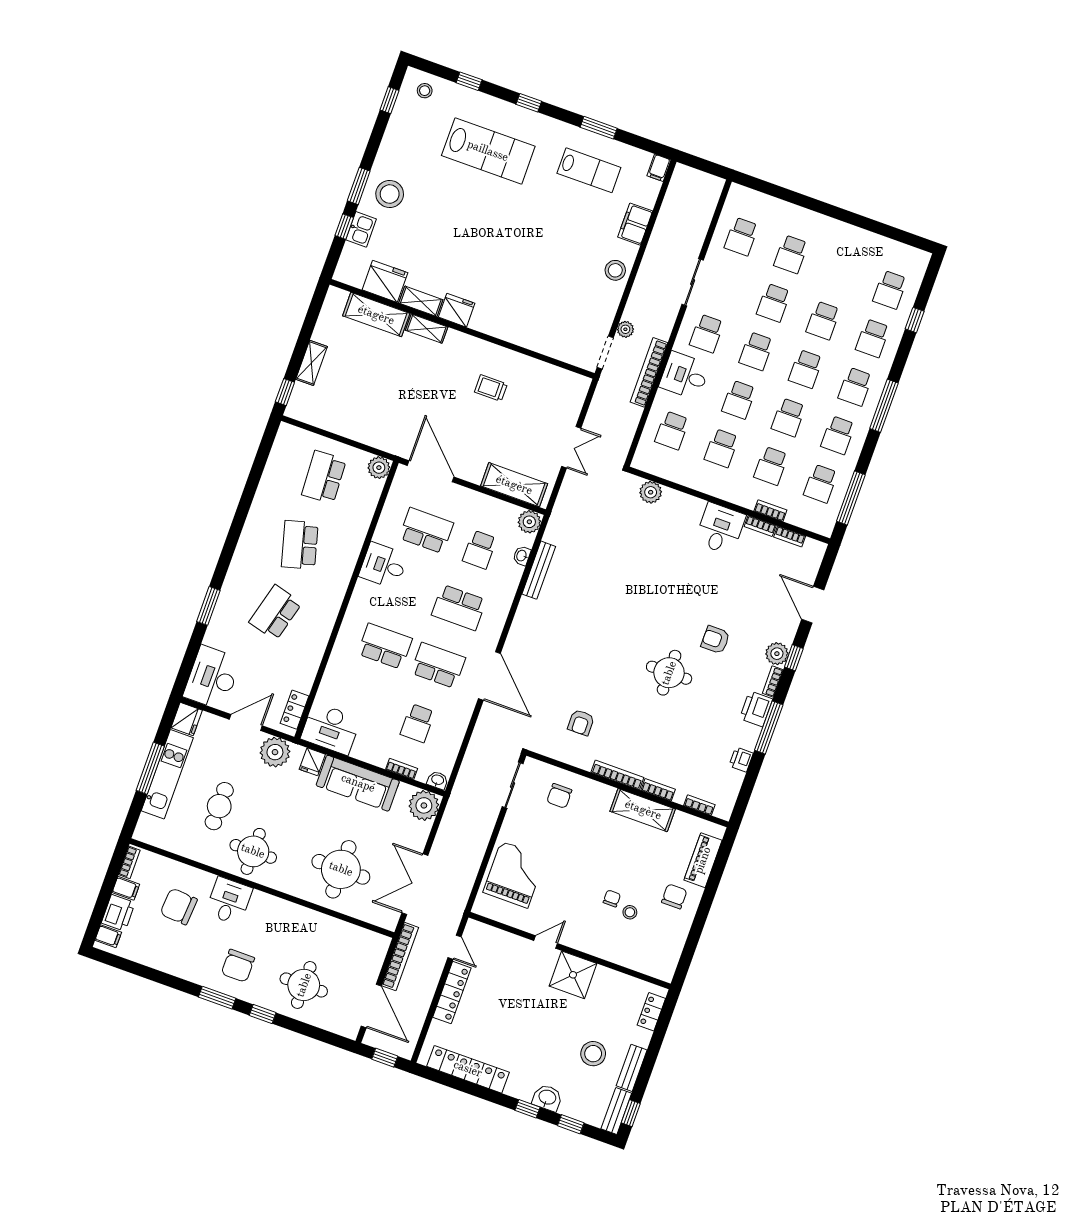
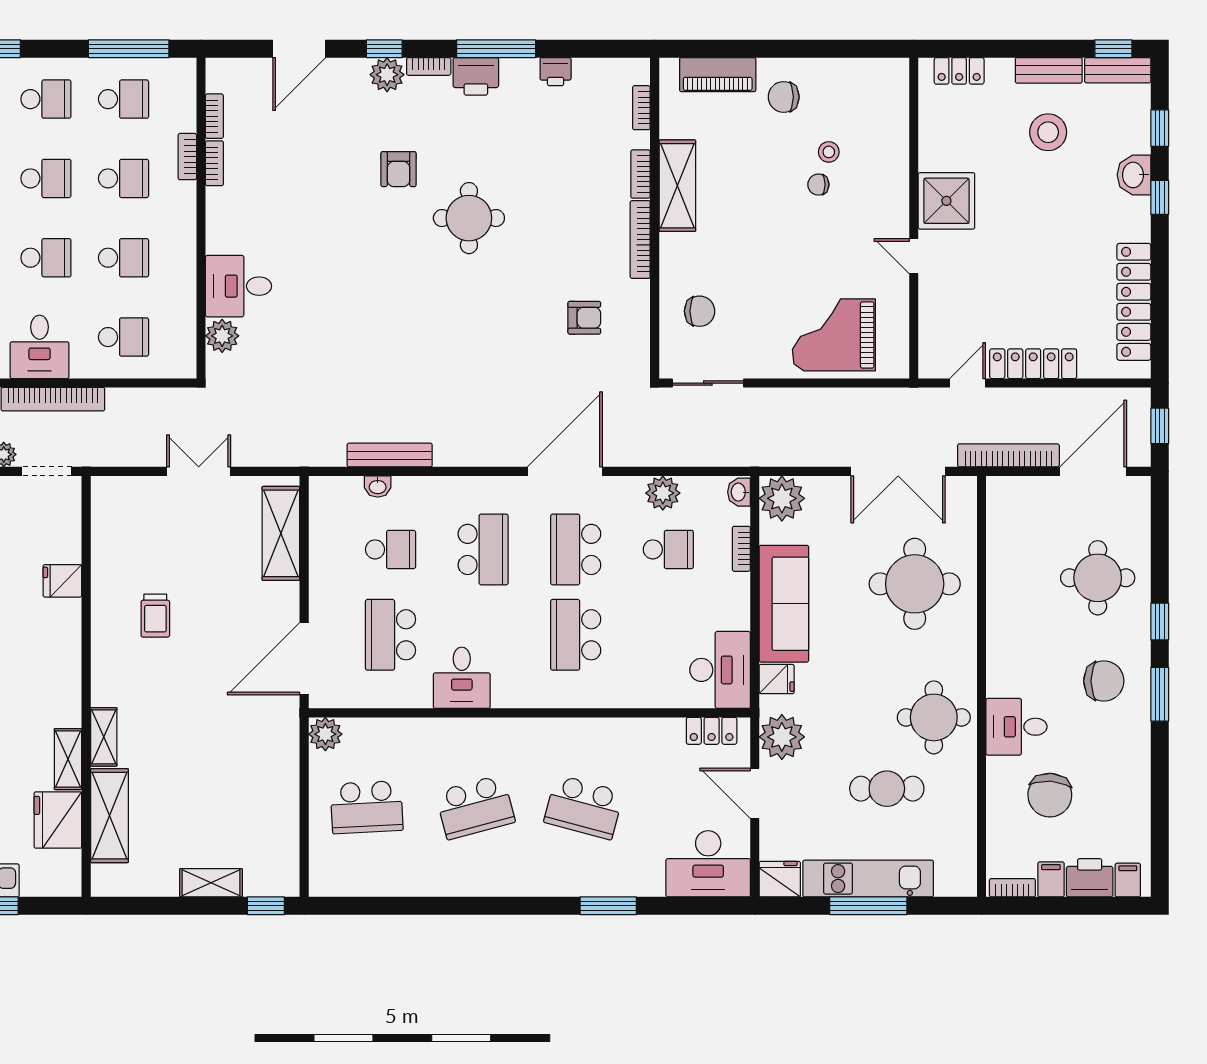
fridge: (457, 310) -> (62, 581), moved, width x0.72
plant: (529, 522) -> (663, 493), moved
desk: (720, 529) -> (239, 286), moved

